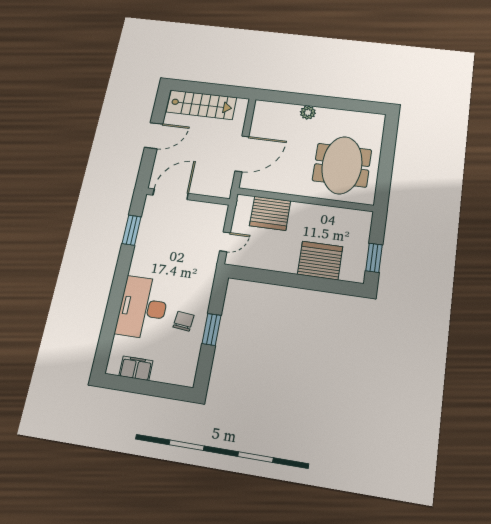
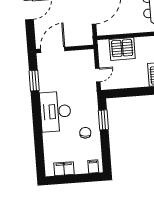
desk: (143, 308) -> (56, 111), moved
window: (211, 330) -> (103, 120), moved
filing cabinet: (181, 375) -> (93, 166), added

